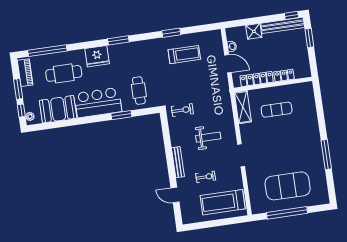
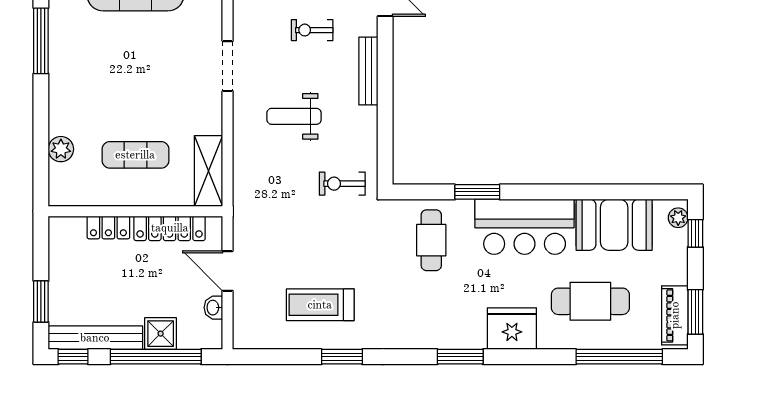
window: (255, 21) -> (156, 357), added
window: (18, 89) -> (695, 312), moved
plant: (310, 107) -> (61, 149), added

